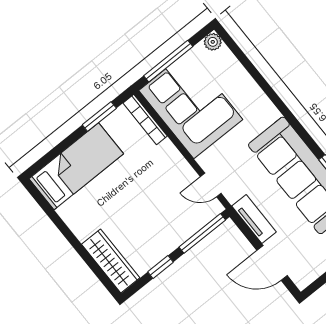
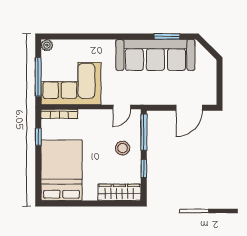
window: (99, 116) -> (38, 137), width x0.67
bed: (76, 166) -> (62, 170), width x1.50
tv unit: (254, 219) -> (158, 99), removed
stool: (164, 224) -> (123, 148), added

